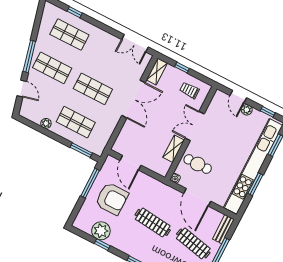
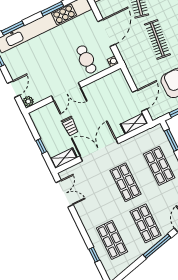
trolley: (189, 90) -> (70, 126), moved
plant: (247, 110) -> (28, 101), moved
shelving: (174, 149) -> (134, 124), moved

